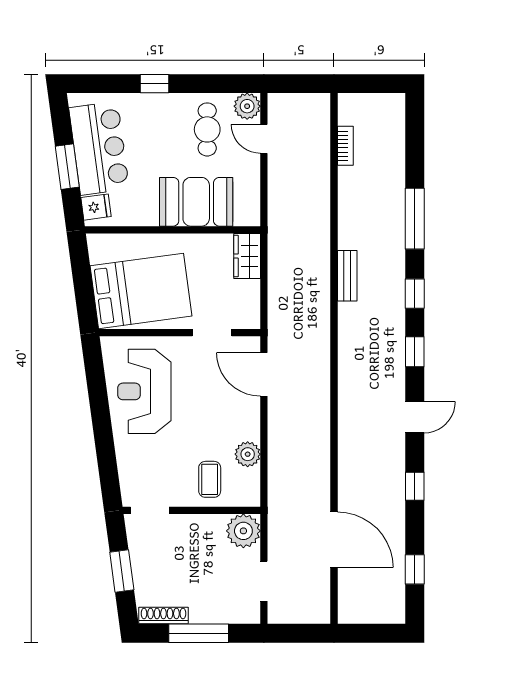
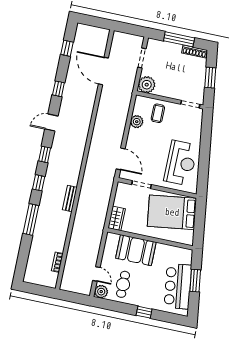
fridge: (96, 207) -> (185, 258), removed

